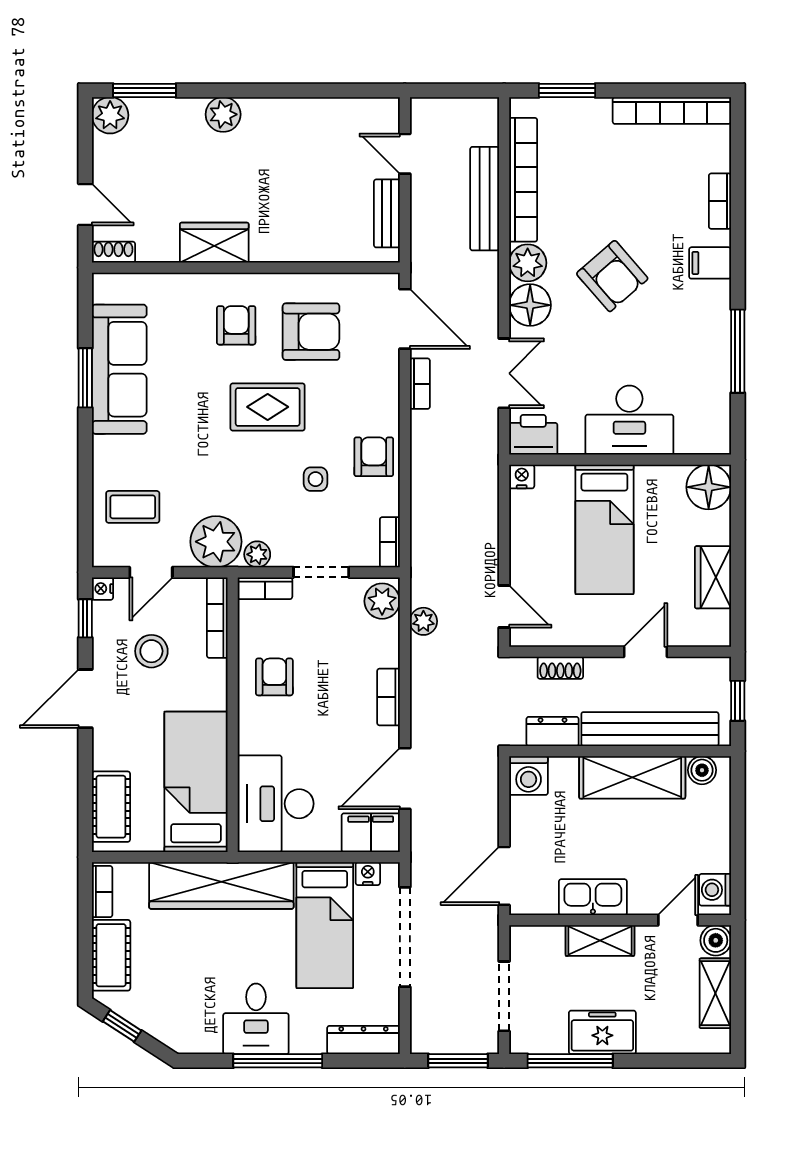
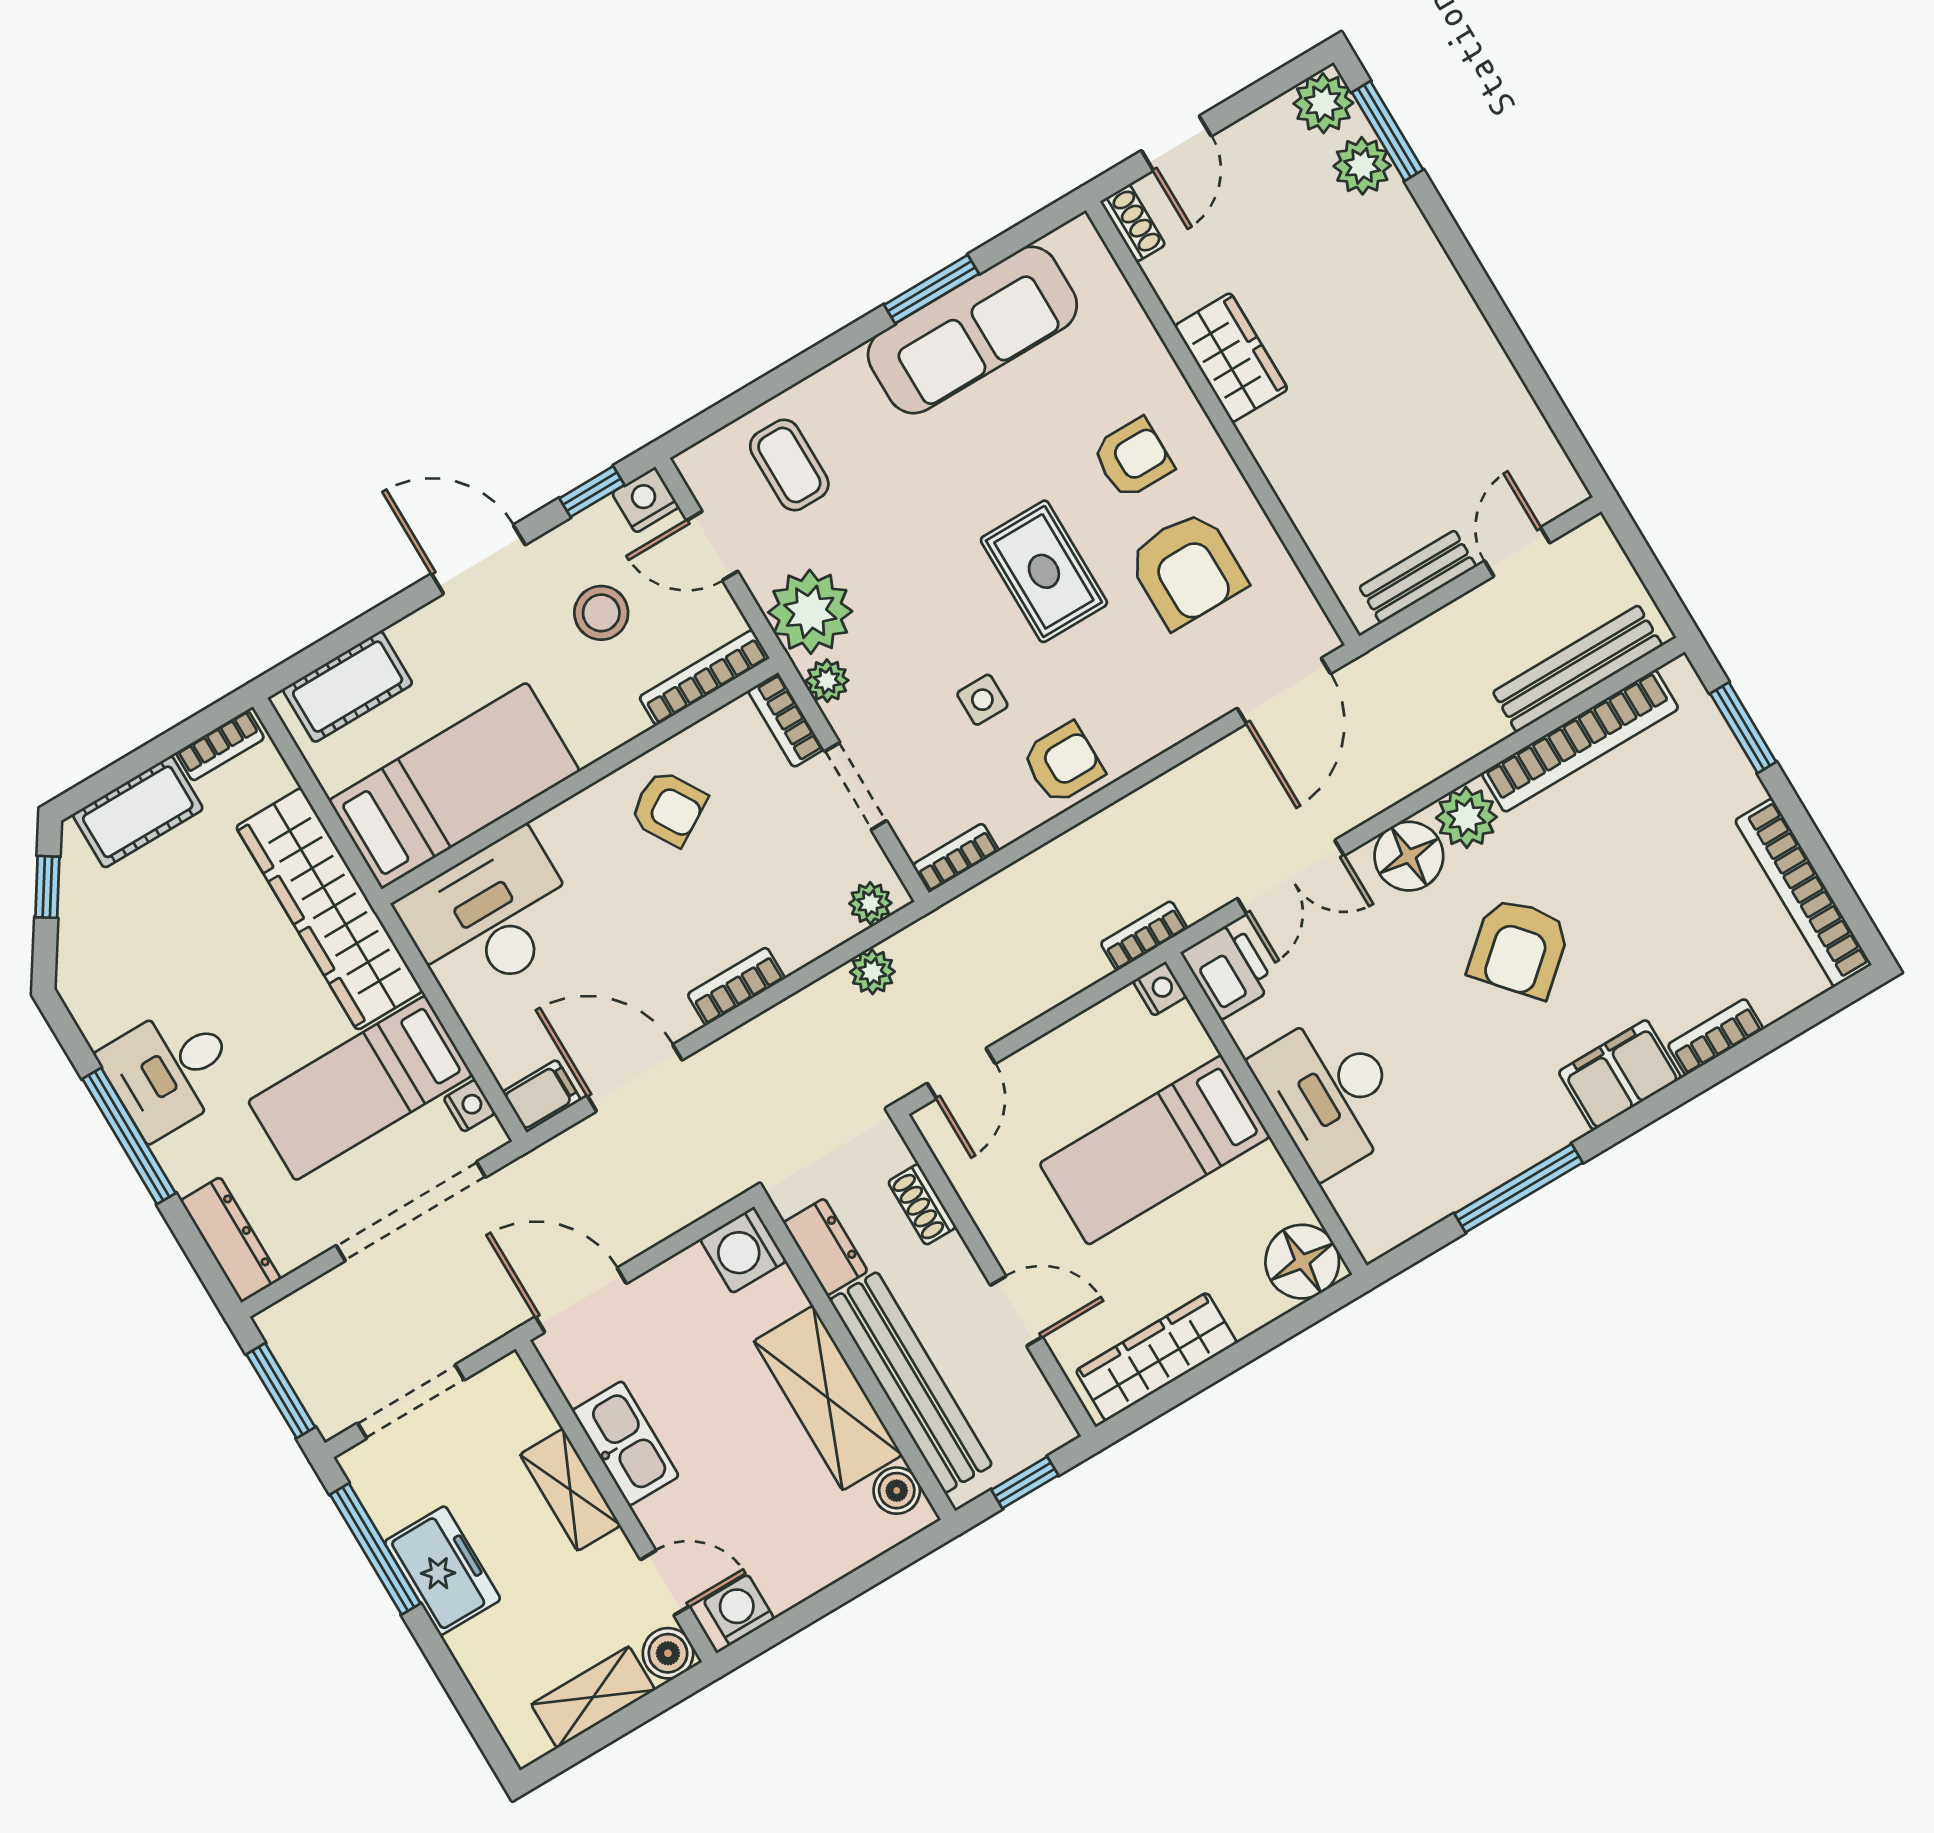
plant: (223, 114) -> (1362, 166), moved
bench: (485, 199) -> (1578, 669), moved
filing cabinet: (710, 263) -> (1620, 1075), width x2.00
bookcase: (420, 384) -> (1144, 936), moved, turned 180
wardrobe: (713, 577) -> (1156, 1357), width x1.50
nightstand: (102, 589) -> (645, 500), width x1.39, depth x1.35
plant: (382, 601) -> (870, 903), width x0.73, depth x0.73
armchair: (274, 677) -> (668, 808), turned 59
filing cabinet: (371, 833) -> (542, 1096), width x0.50

